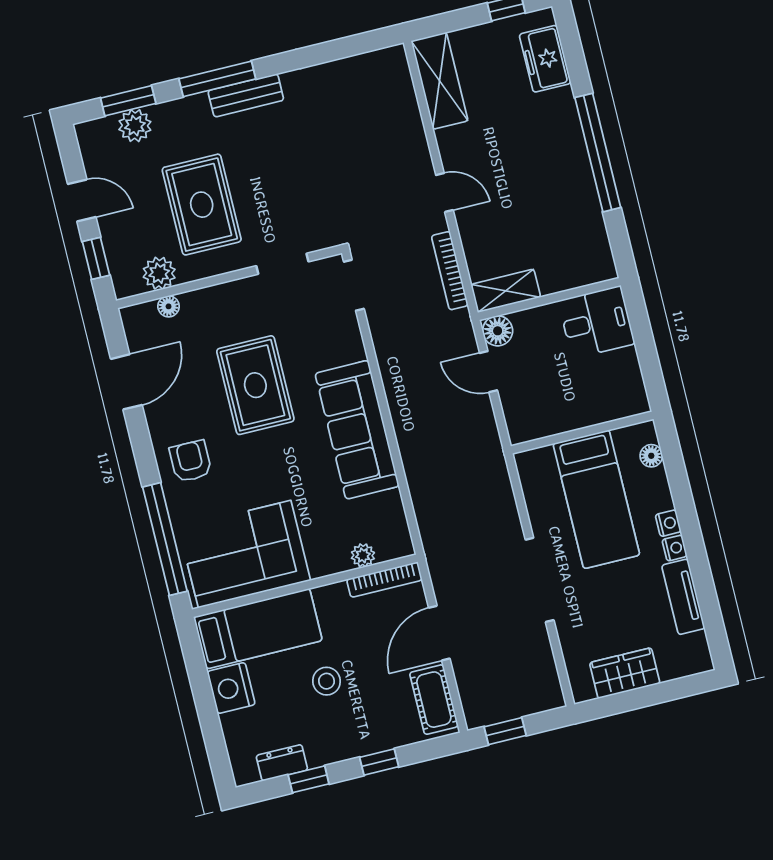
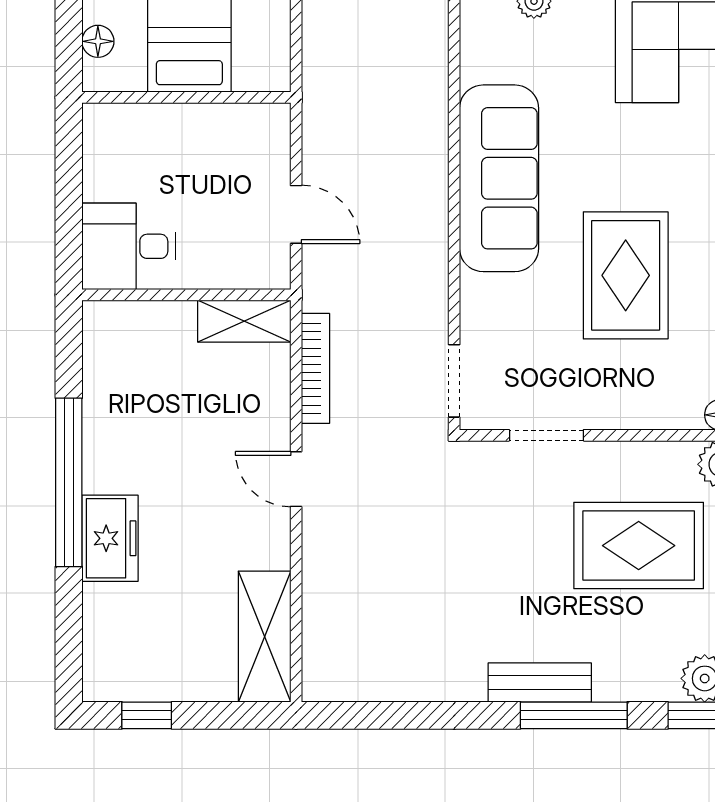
freezer: (545, 59) -> (110, 538), moved
rug: (202, 205) -> (639, 546), turned 90
floor lamp: (498, 331) -> (269, 268), removed

